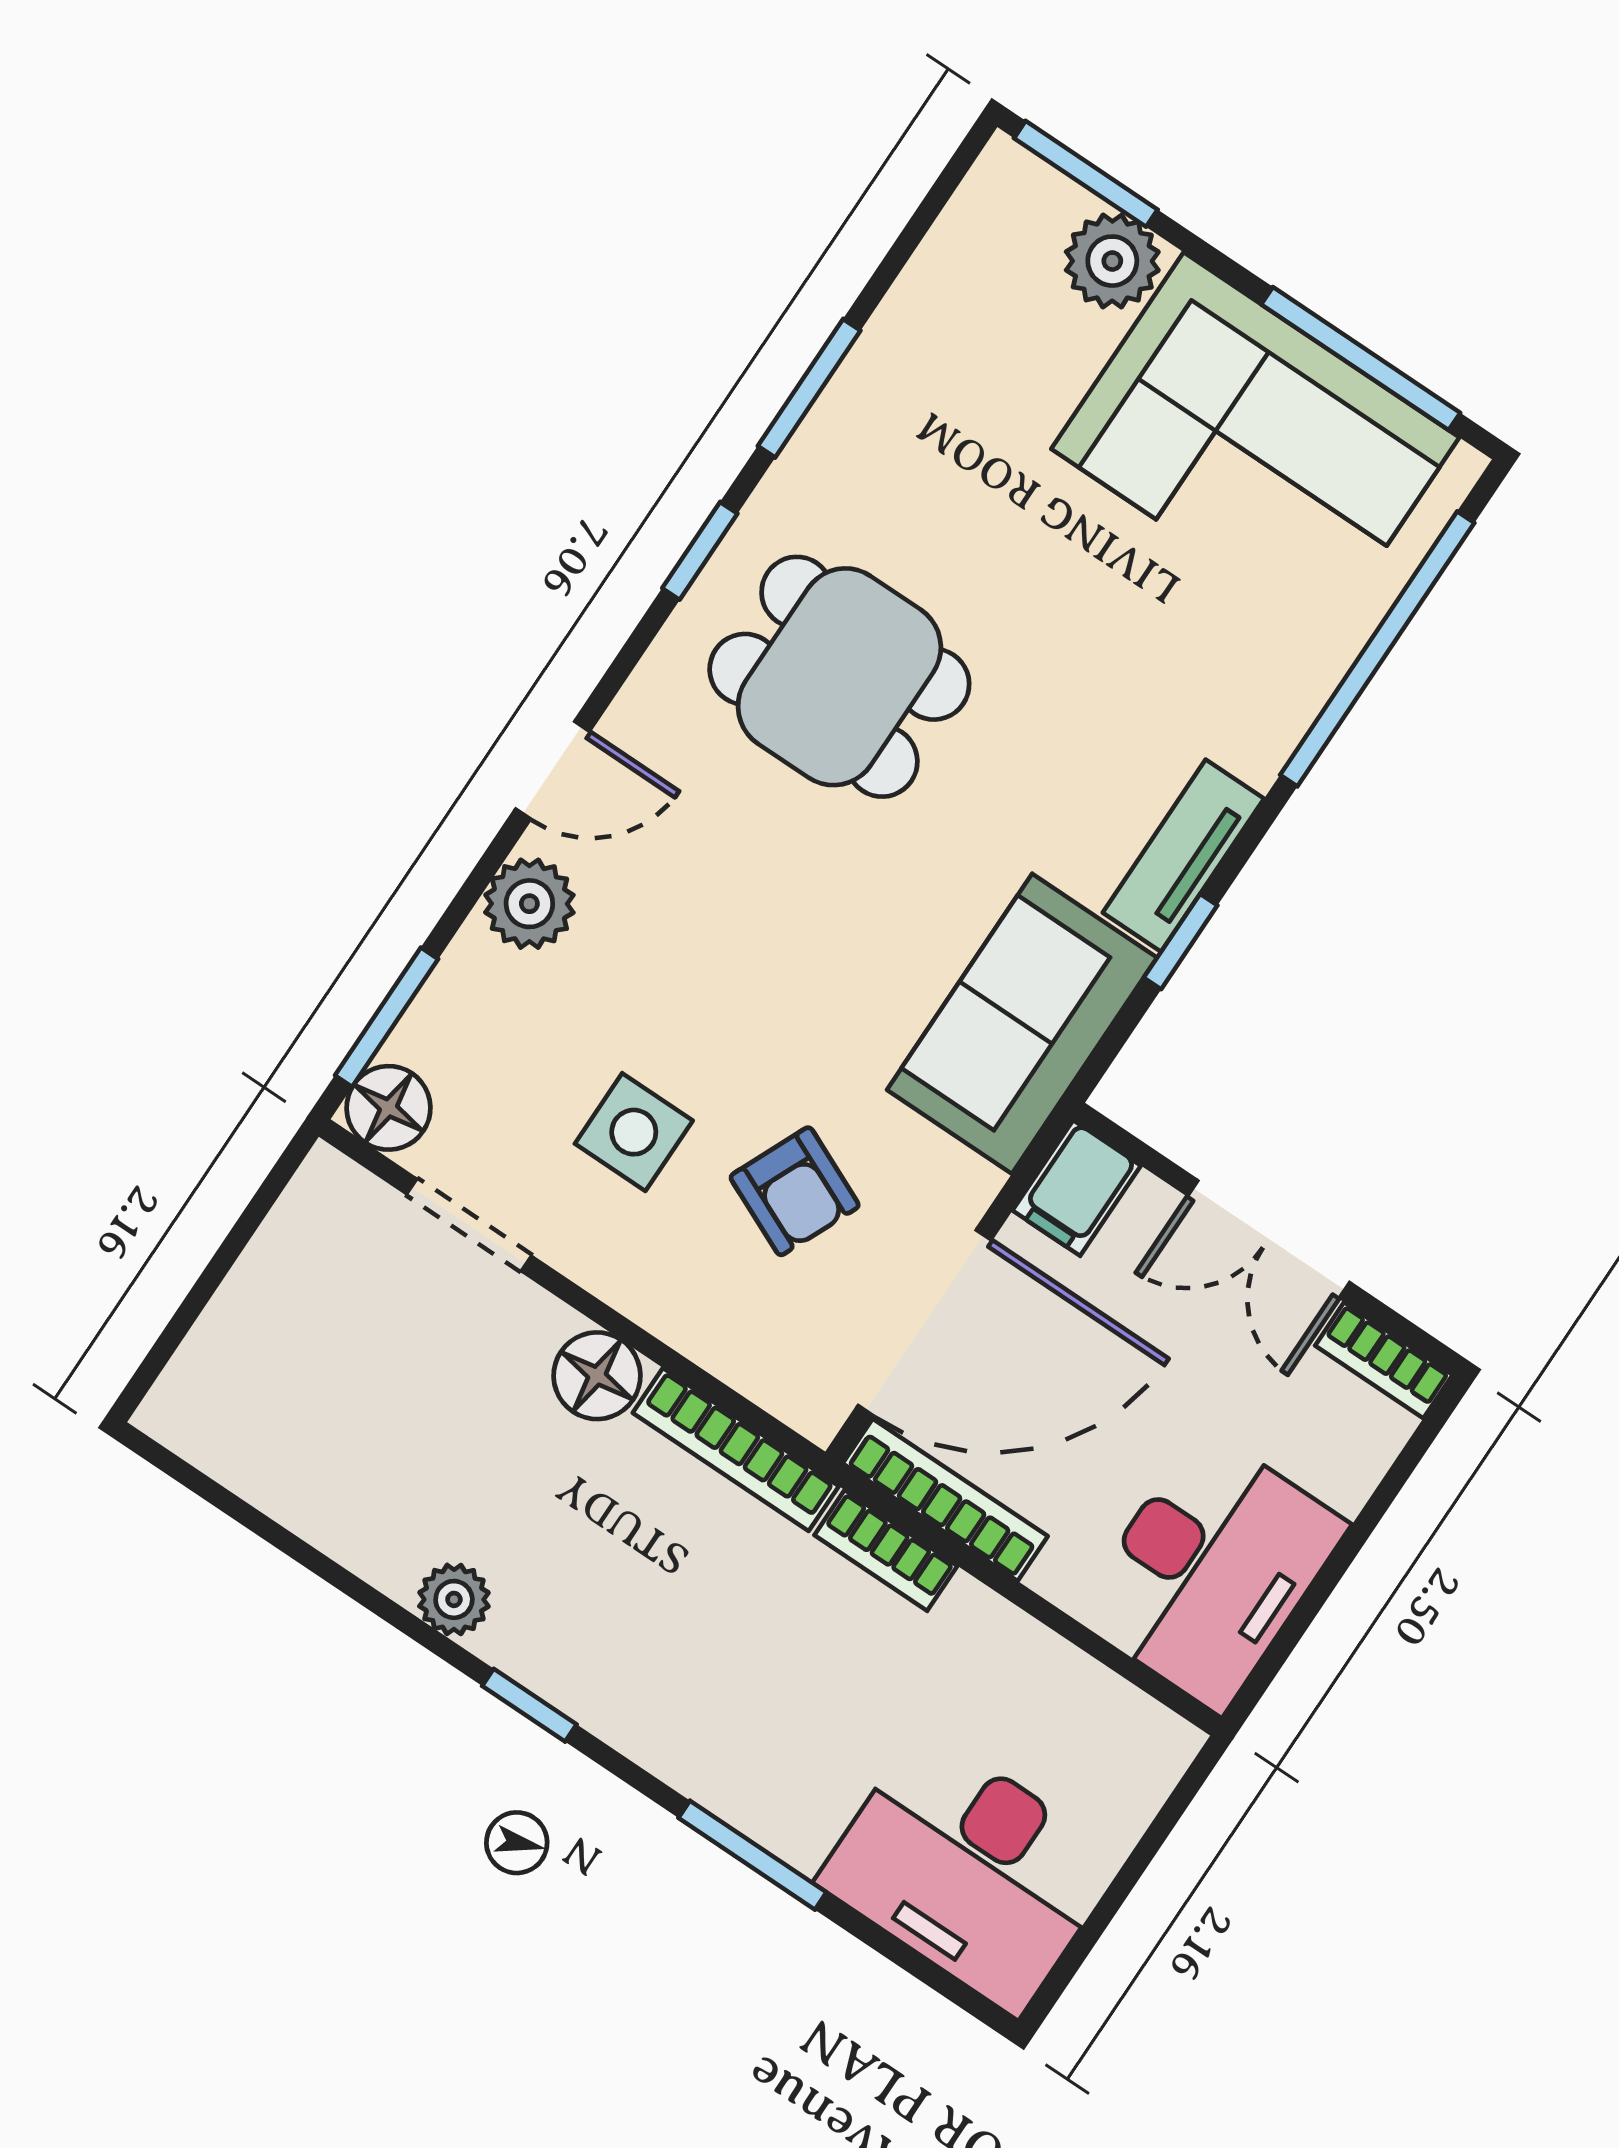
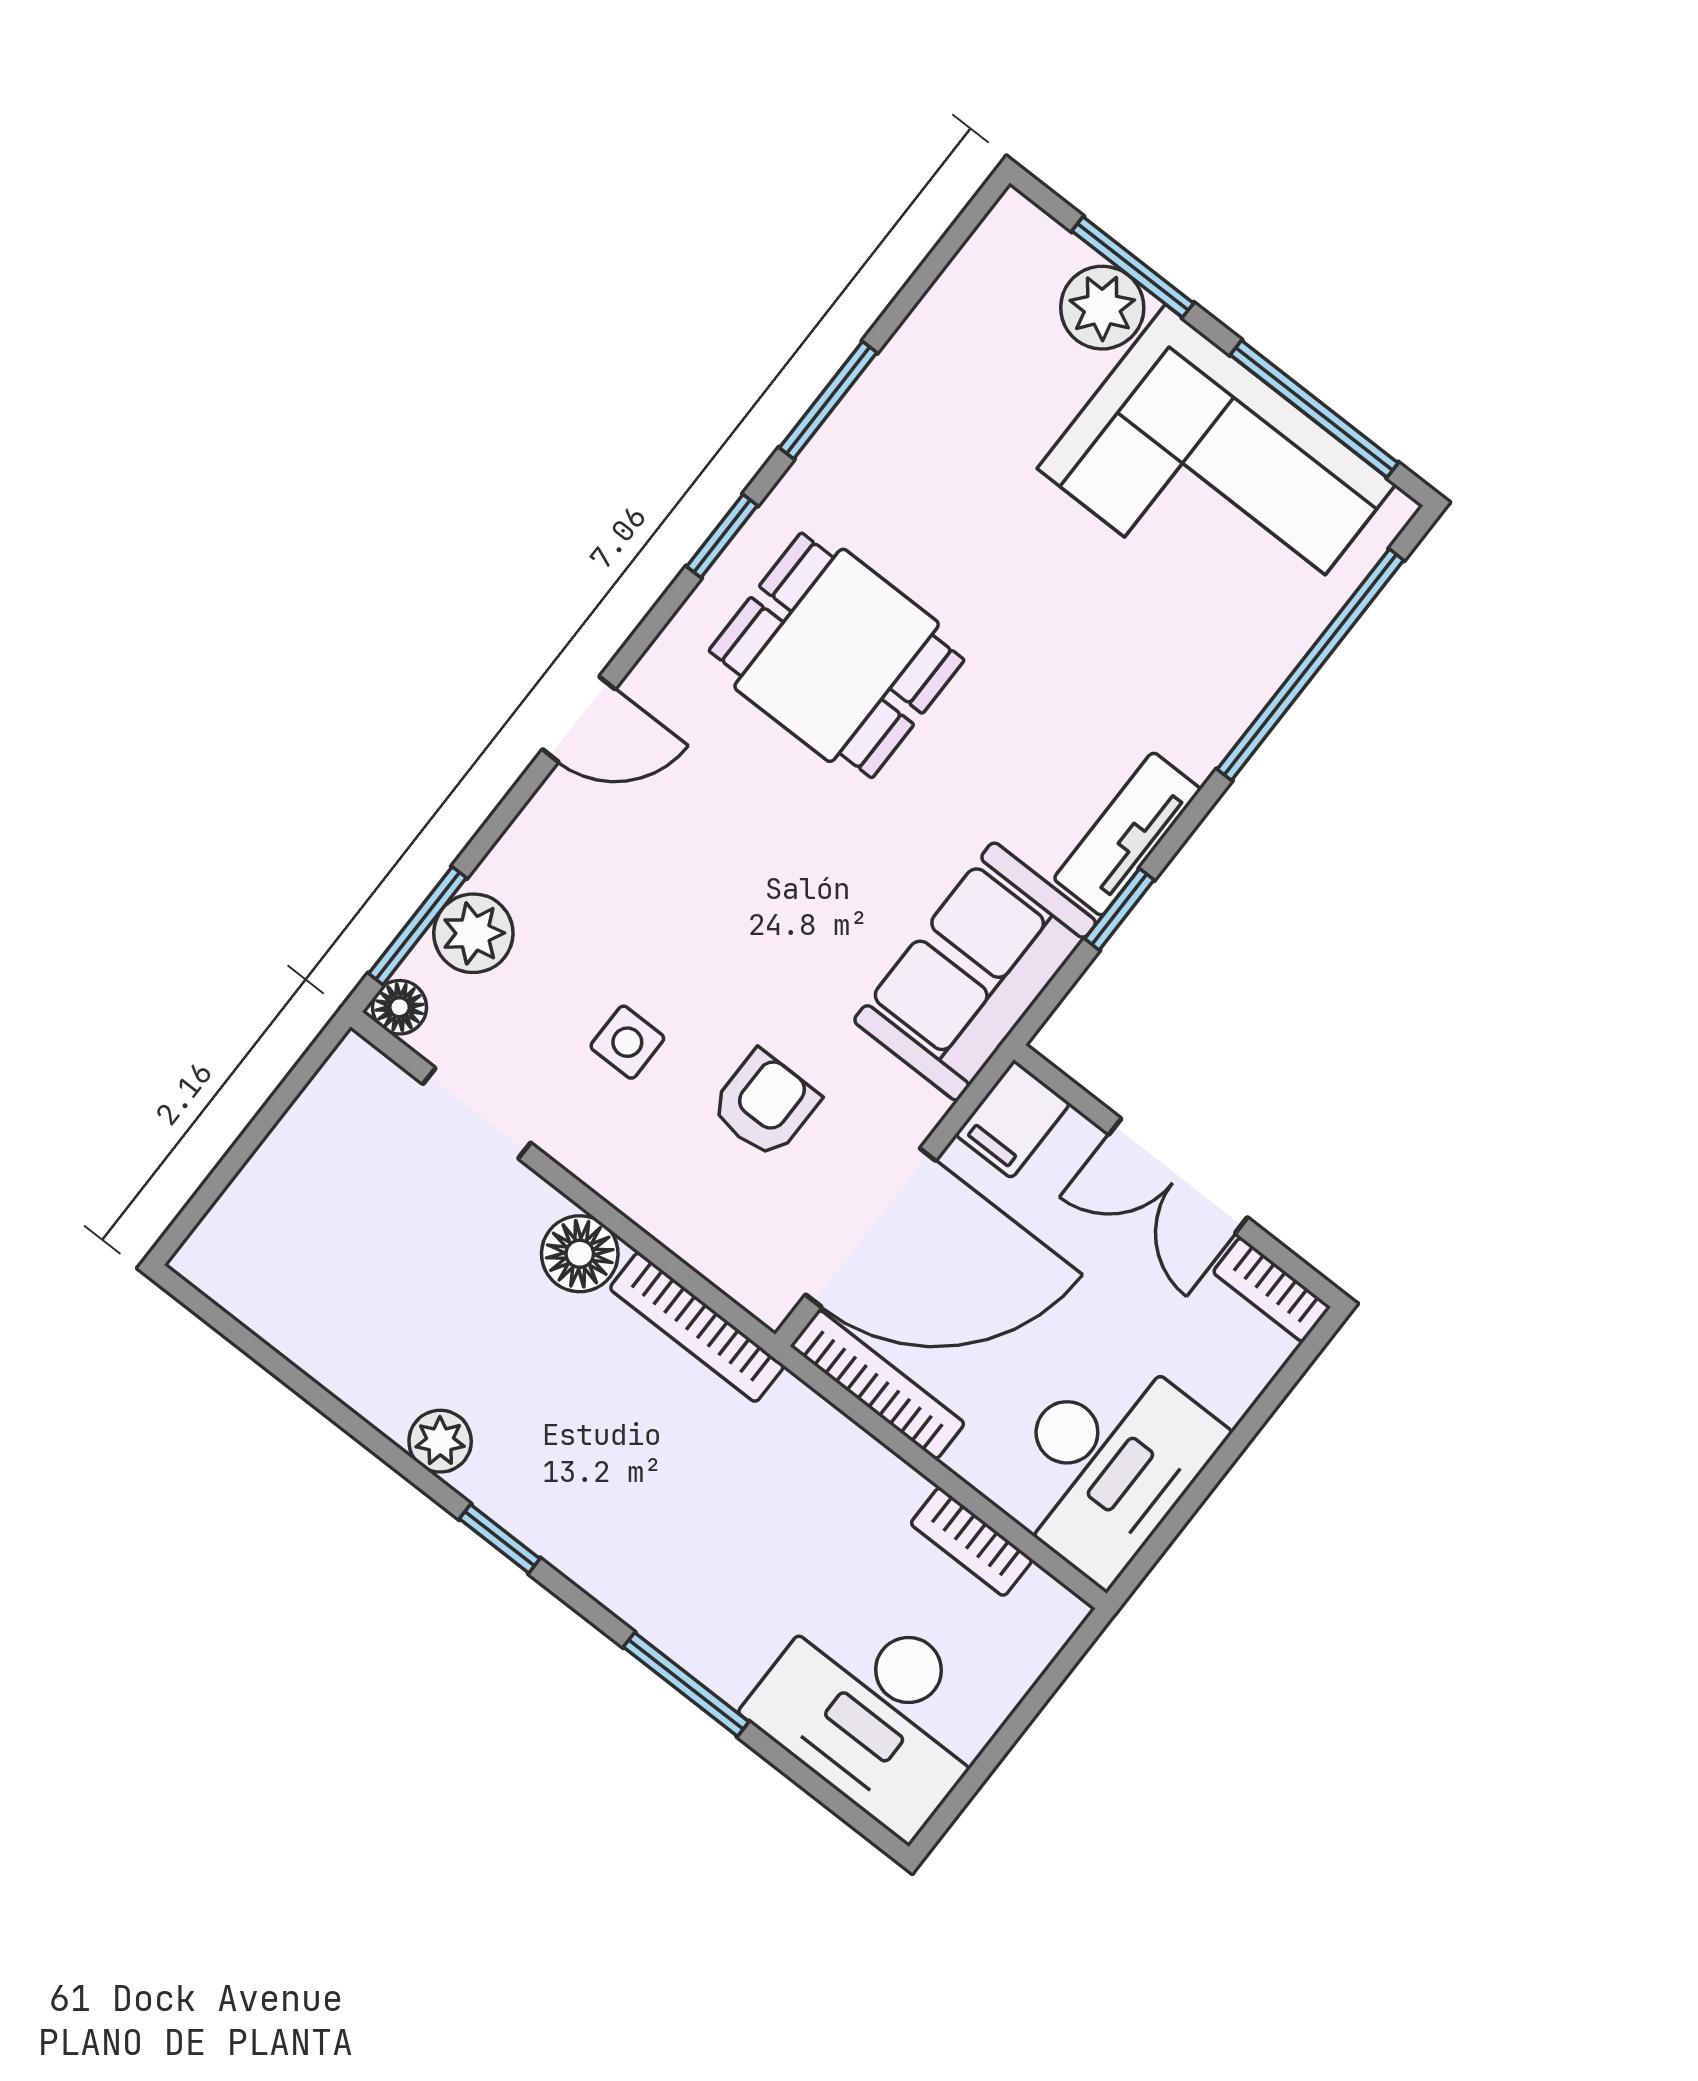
window: (1086, 174) -> (1133, 267), moved
plant: (529, 904) -> (473, 933), moved
floor lamp: (389, 1108) -> (400, 1007), width x0.73, depth x0.73
side table: (634, 1132) -> (627, 1042), width x0.73, depth x0.73
armchair: (795, 1191) -> (765, 1104), turned -114
bookcase: (886, 1550) -> (971, 1542), moved

